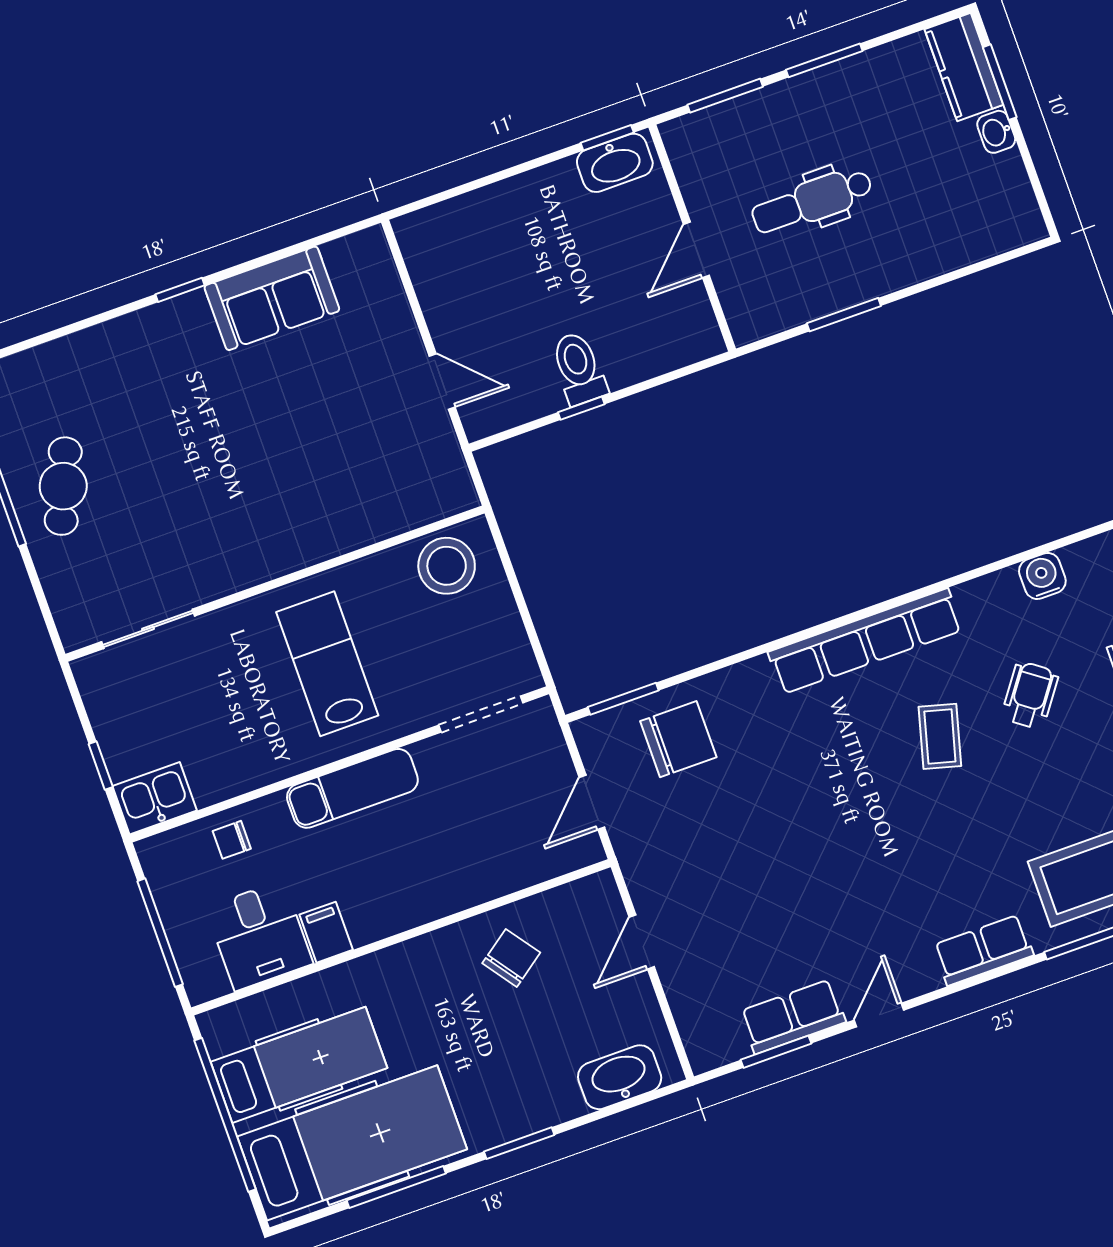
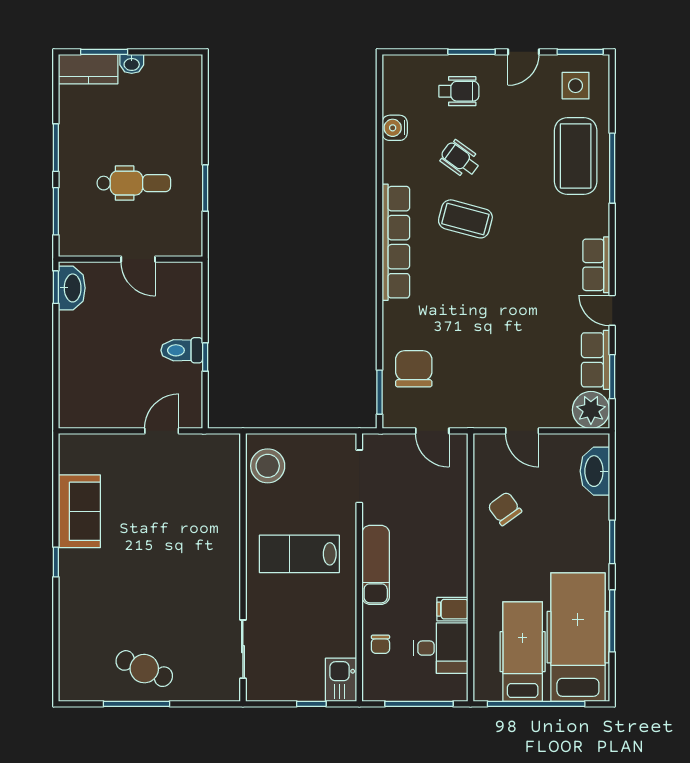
dental chair: (812, 201) -> (134, 183), turned -90
coffee table: (940, 736) -> (465, 219), width x1.36, depth x1.30
row of seats: (983, 950) -> (596, 265), moved
plant: (713, 1037) -> (591, 410), added

